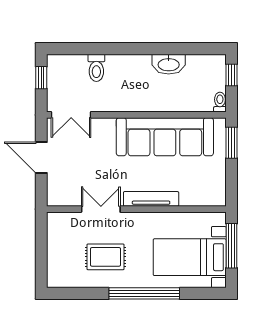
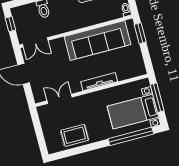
double door: (101, 209) -> (60, 99), moved
rug: (105, 257) -> (75, 135), moved
window: (144, 293) -> (131, 136), moved

